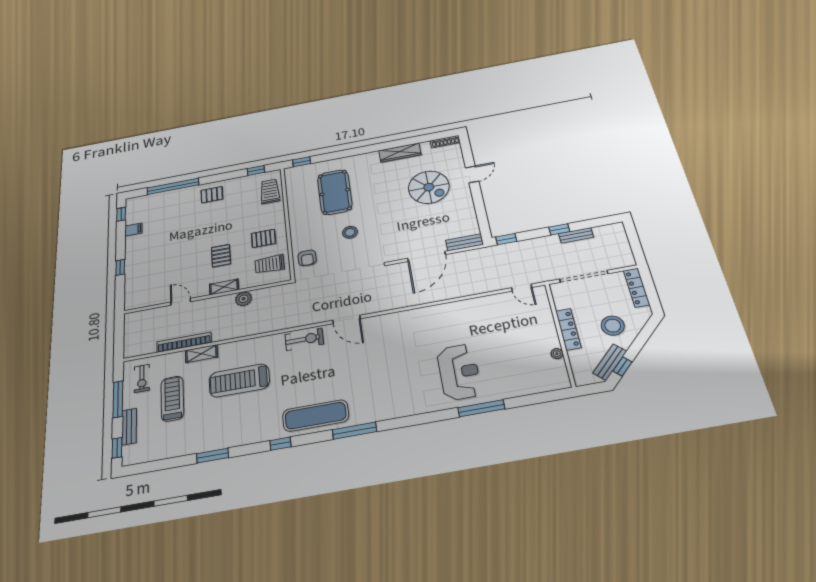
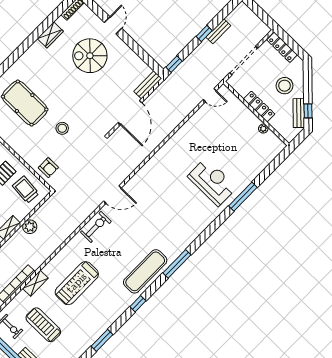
wardrobe: (400, 153) -> (50, 35), width x0.67
spiral stairs: (429, 187) -> (90, 56), turned 180
trolley: (270, 264) -> (26, 190), turned 95

